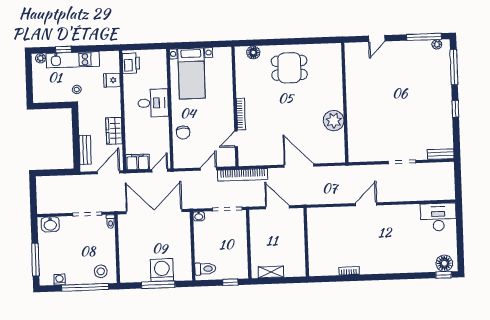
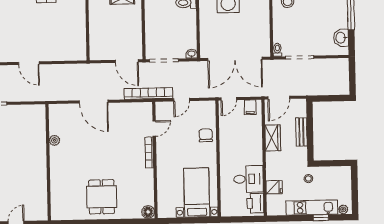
floor lamp: (253, 53) -> (148, 212), moved
dining table: (289, 68) -> (102, 197), turned 90
desk: (153, 103) -> (249, 179), moved, turned 180
plant: (334, 121) -> (54, 140), width x0.53, depth x0.53
bench: (85, 150) -> (301, 132), moved
filing cabinet: (138, 162) -> (250, 107), width x0.50
door: (366, 204) -> (29, 63), hinge flipped
door: (277, 207) -> (127, 61), moved
washbasin: (50, 224) -> (341, 38), moved, turned -90

